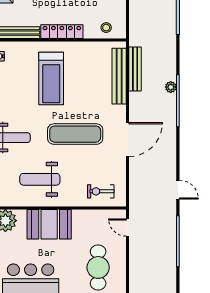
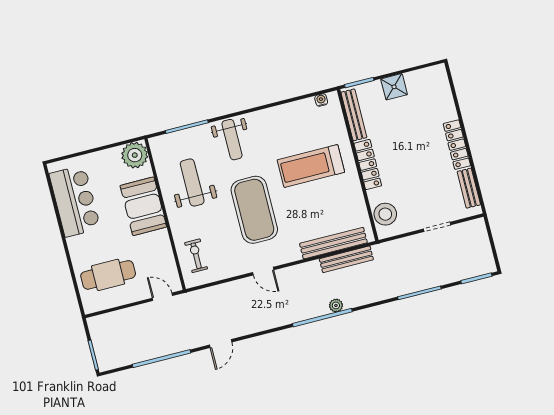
stool: (106, 28) -> (385, 214), width x1.89, depth x1.89
exercise mat: (75, 134) -> (254, 210), width x1.47
door: (127, 140) -> (263, 271), width x0.53
door: (127, 228) -> (162, 297), hinge flipped

